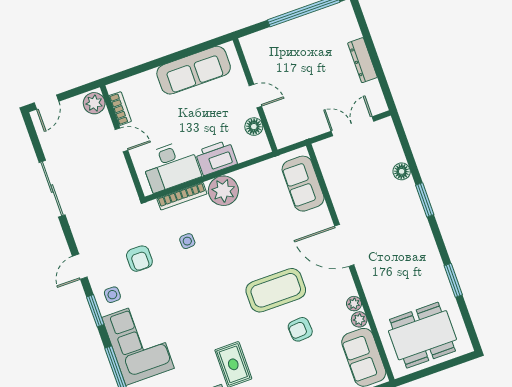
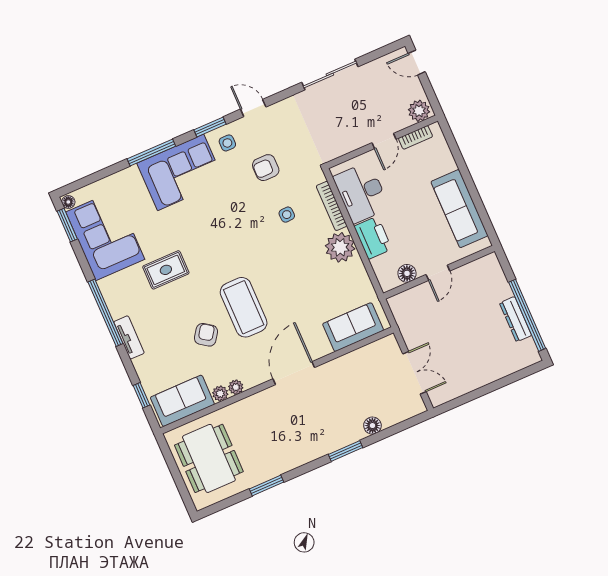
dresser: (362, 60) -> (515, 319), moved, turned -90
armchair: (300, 329) -> (206, 335), turned 39

